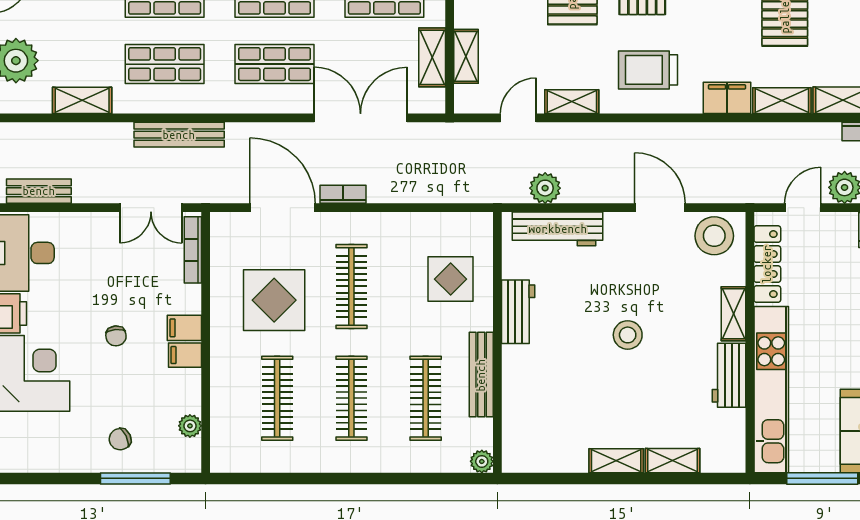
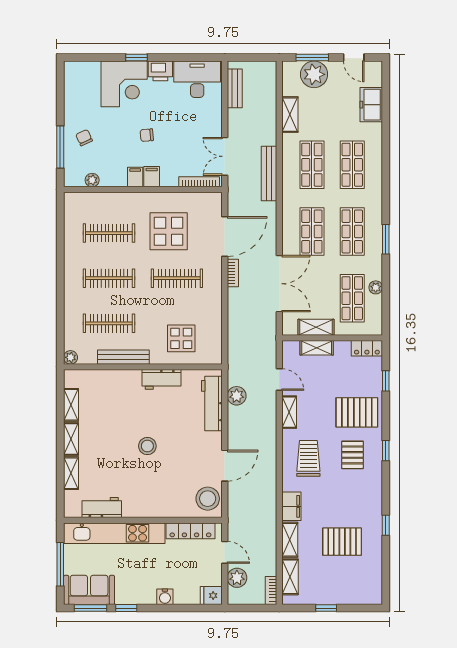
shelving: (733, 314) -> (71, 405), moved, turned 90
workbench: (729, 375) -> (102, 508), moved

